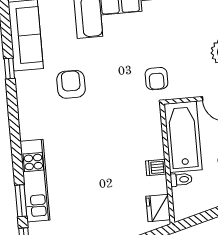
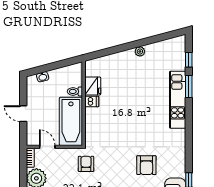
fridge: (158, 208) -> (93, 86), moved

